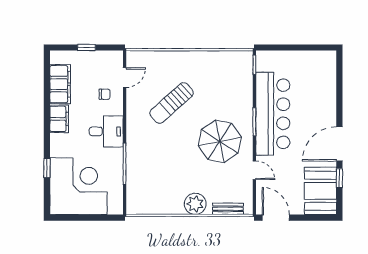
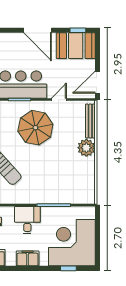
filing cabinet: (59, 119) -> (28, 258), moved
window: (47, 168) -> (68, 268), moved
window: (339, 178) -> (78, 30), moved
bench: (228, 209) -> (90, 121), width x1.36

